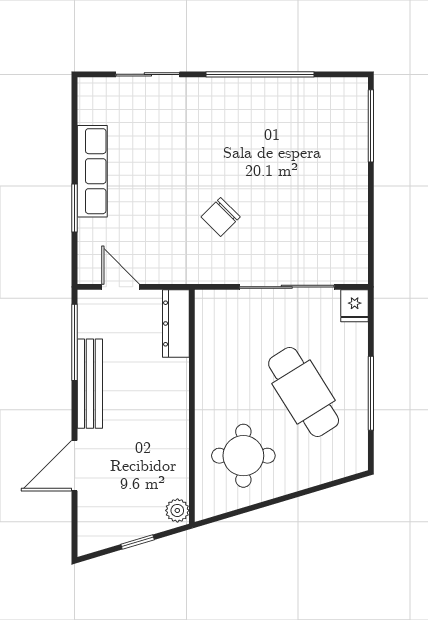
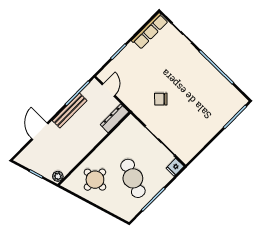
row of seats: (92, 171) -> (150, 31), moved
cafe table: (304, 392) -> (133, 178), turned -35
door: (75, 466) -> (40, 131), hinge flipped

